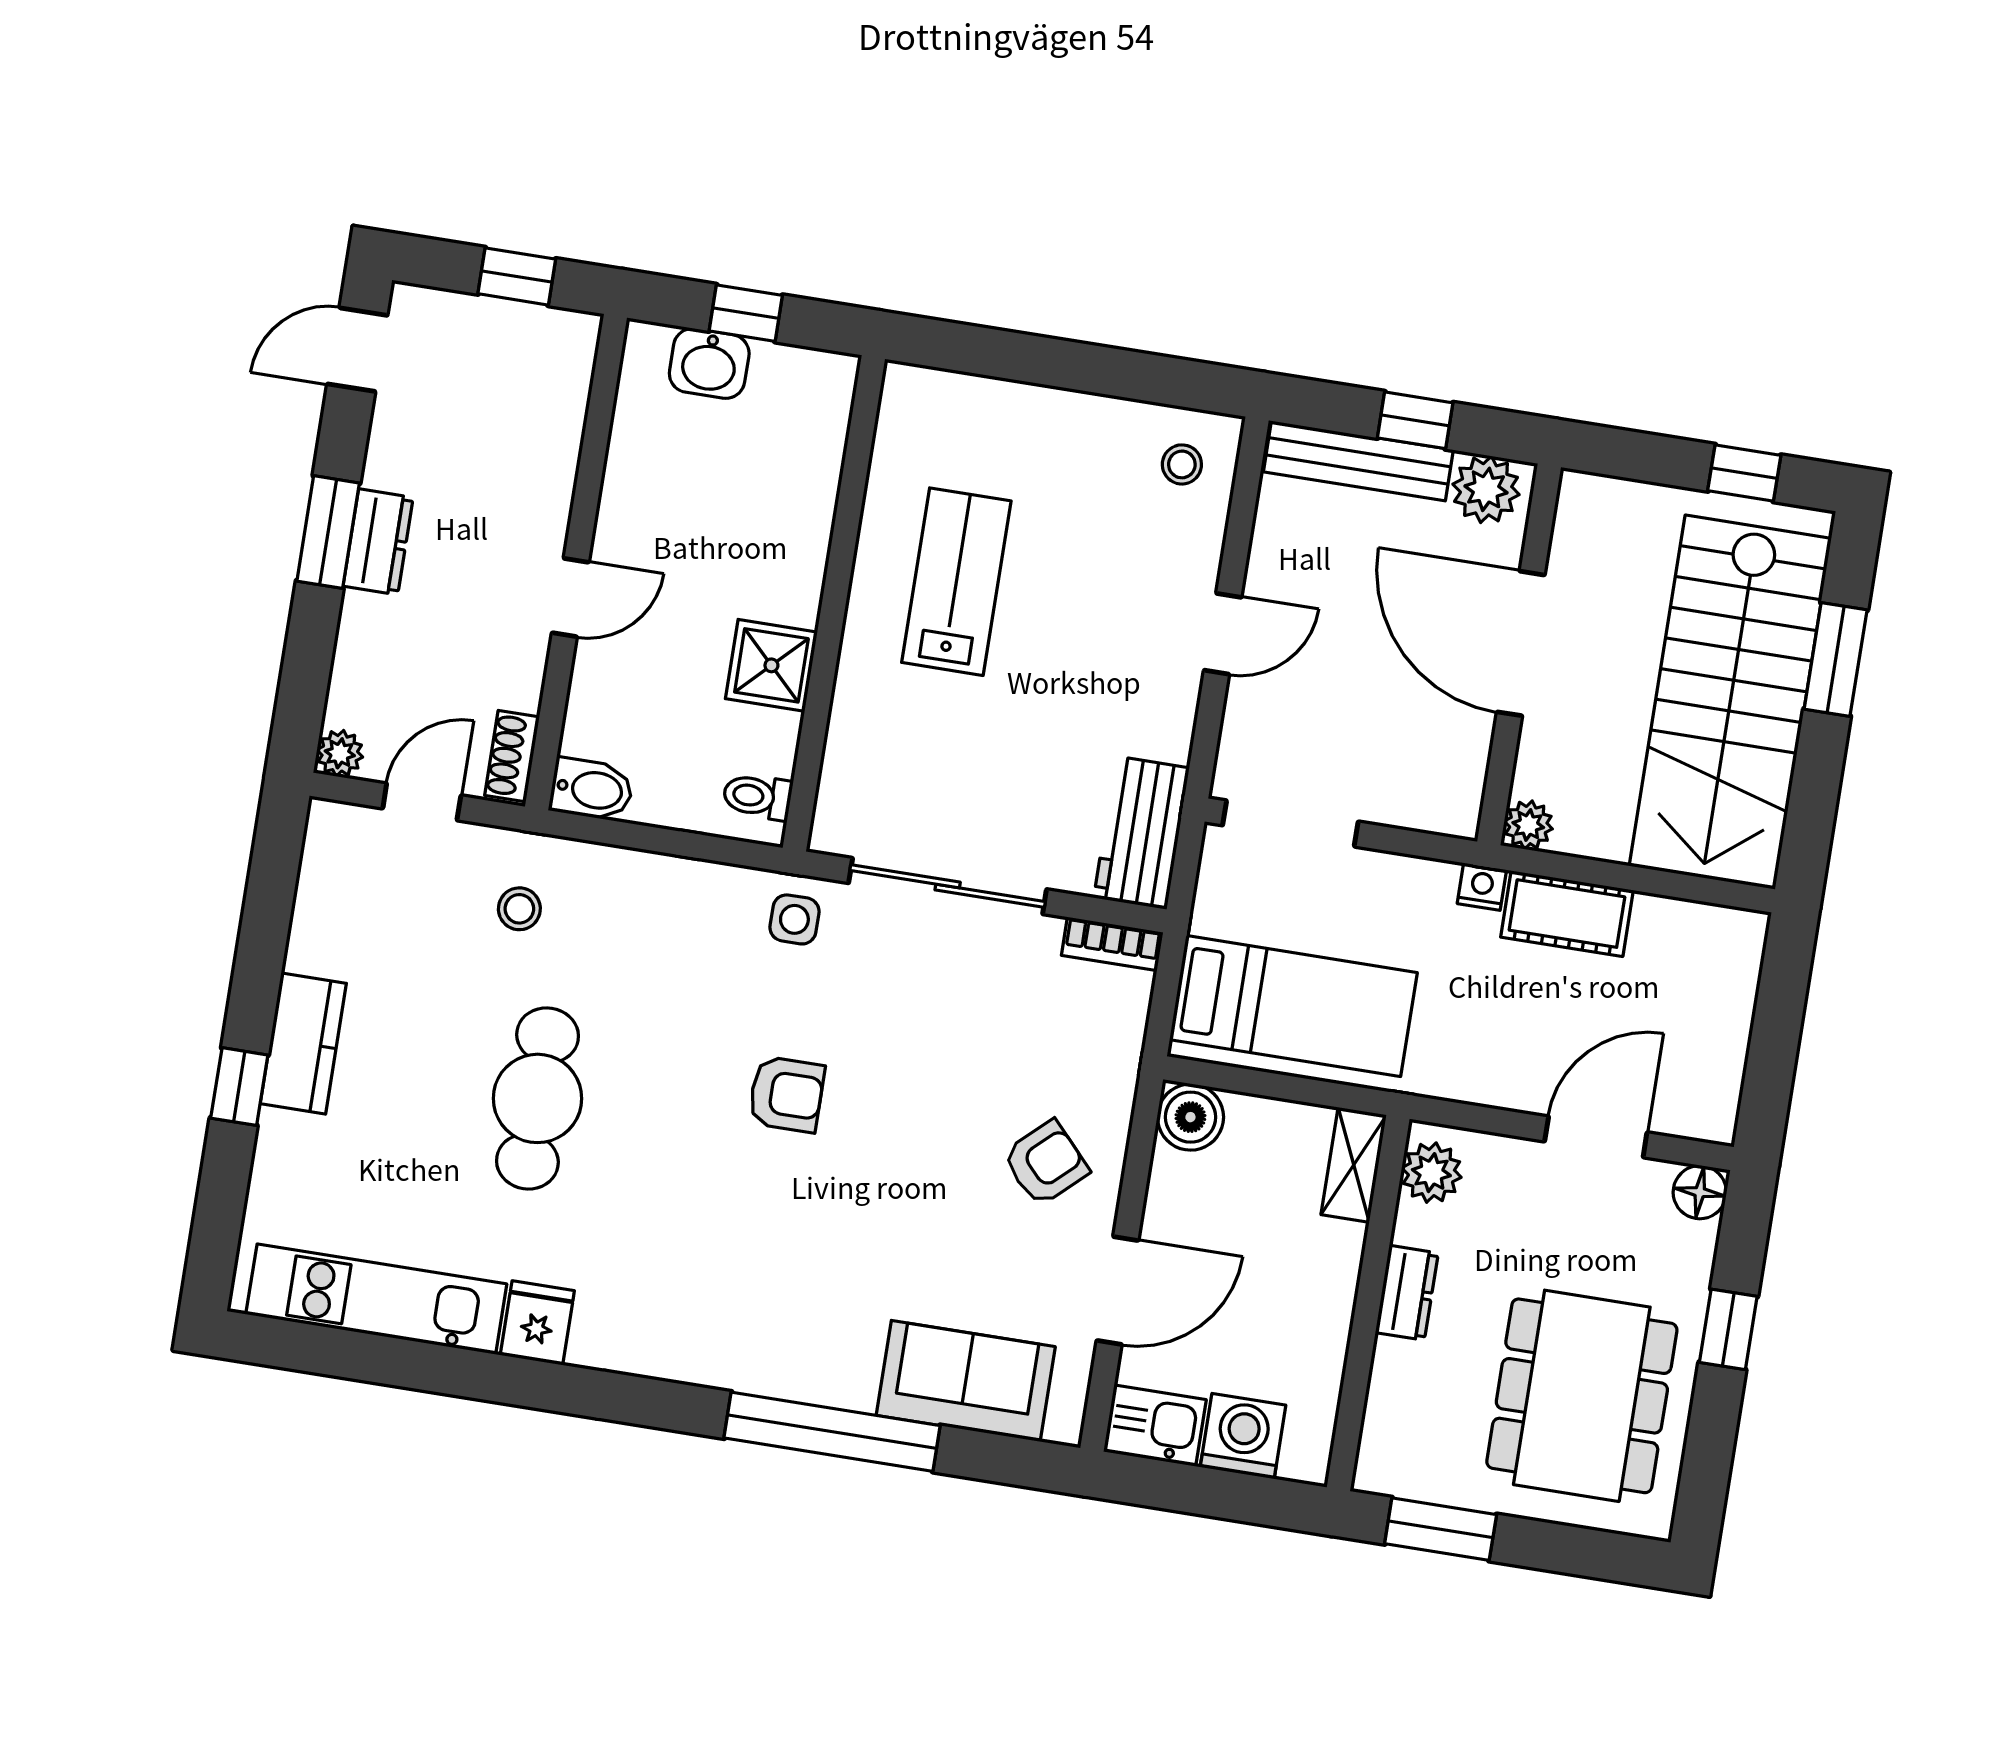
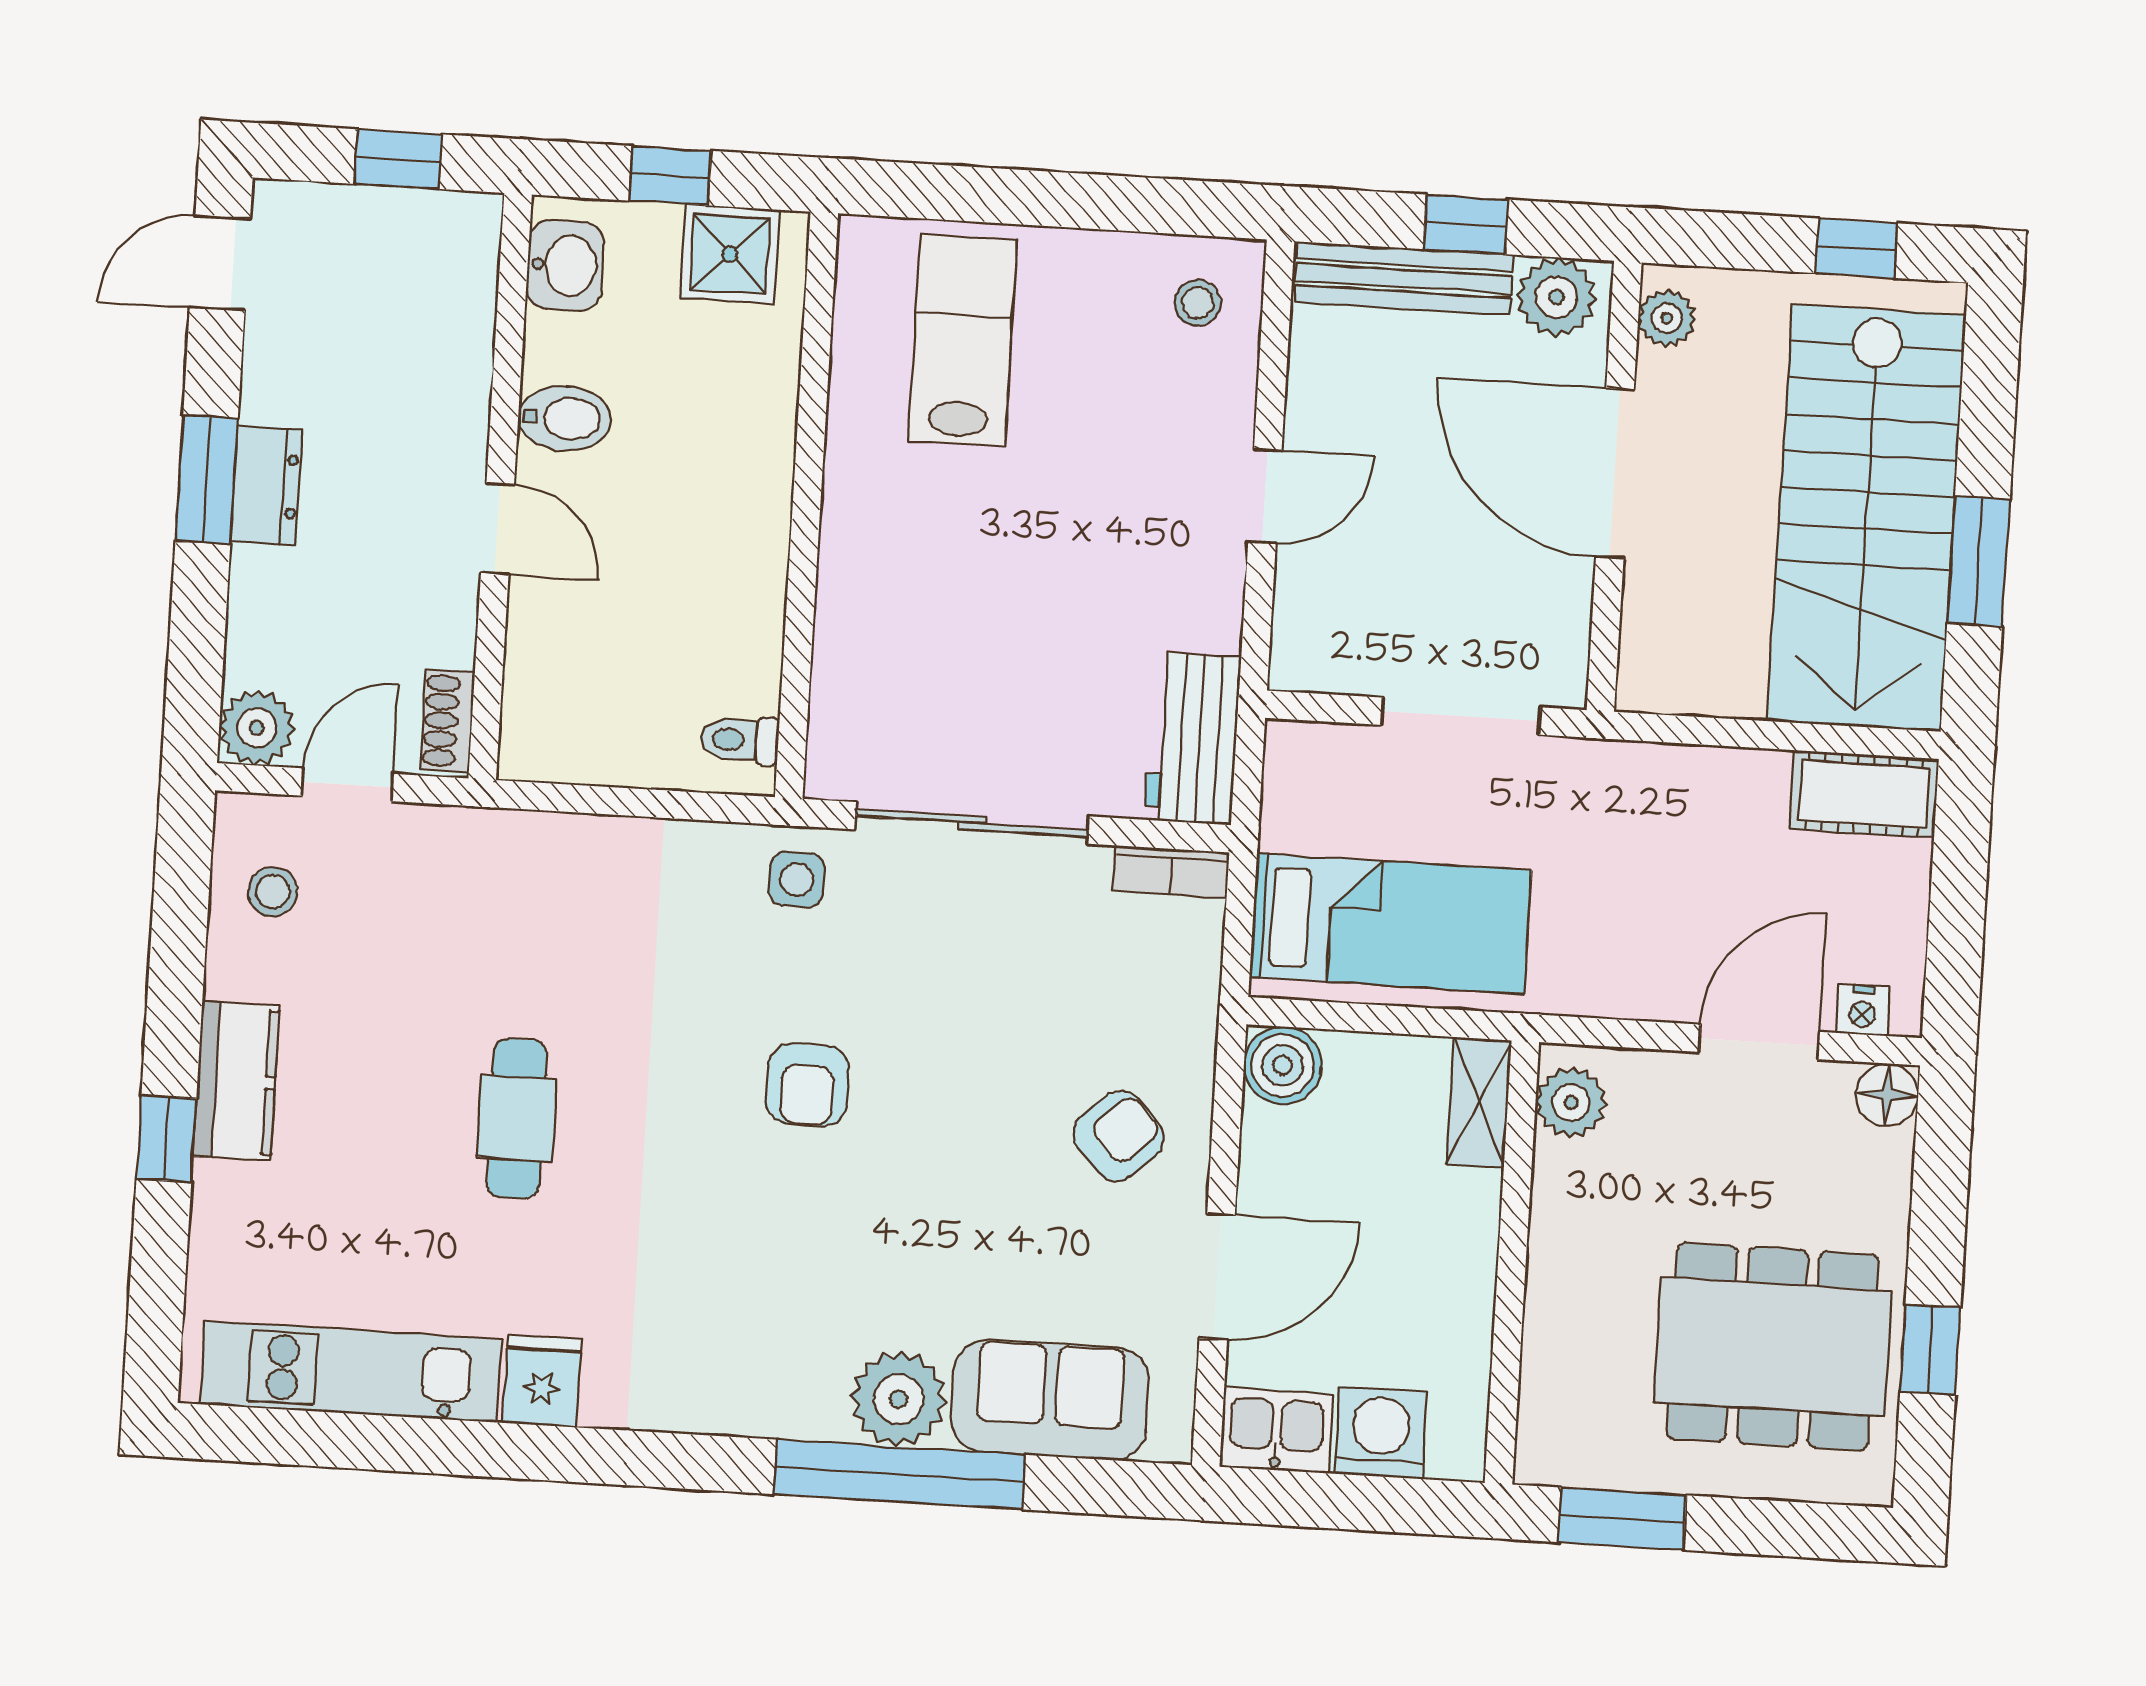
washbasin: (709, 363) -> (565, 265), moved, turned -90
lab bench: (956, 582) -> (963, 340), moved
door: (570, 598) -> (498, 529), hinge flipped
window: (1836, 659) -> (1978, 561), moved
shower: (771, 665) -> (730, 254), moved
plant: (340, 753) -> (257, 728), width x1.38, depth x1.38
bidet: (592, 790) -> (565, 418), moved
doorway: (1290, 823) -> (1461, 716), moved
plant: (1528, 825) -> (1667, 318), moved
nightstand: (1482, 887) -> (1862, 1010), moved, turned 180
stool: (519, 909) -> (273, 892), moved
cot: (1567, 914) -> (1864, 794), moved
armchair: (786, 1094) -> (807, 1085), turned 90
cafe table: (537, 1098) -> (517, 1118), width x0.73, depth x0.74
dresser: (1407, 1293) -> (1556, 1246), removed
window: (1728, 1329) -> (1930, 1350), moved
plant: (838, 1368) -> (899, 1399), added
dining table: (1582, 1396) -> (1773, 1347), turned 90

